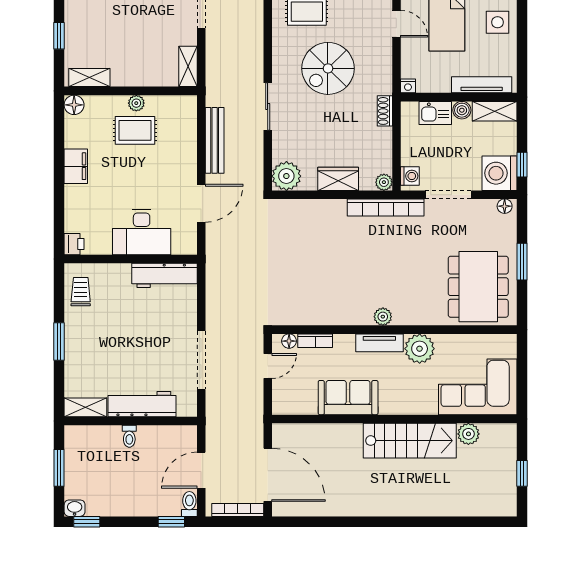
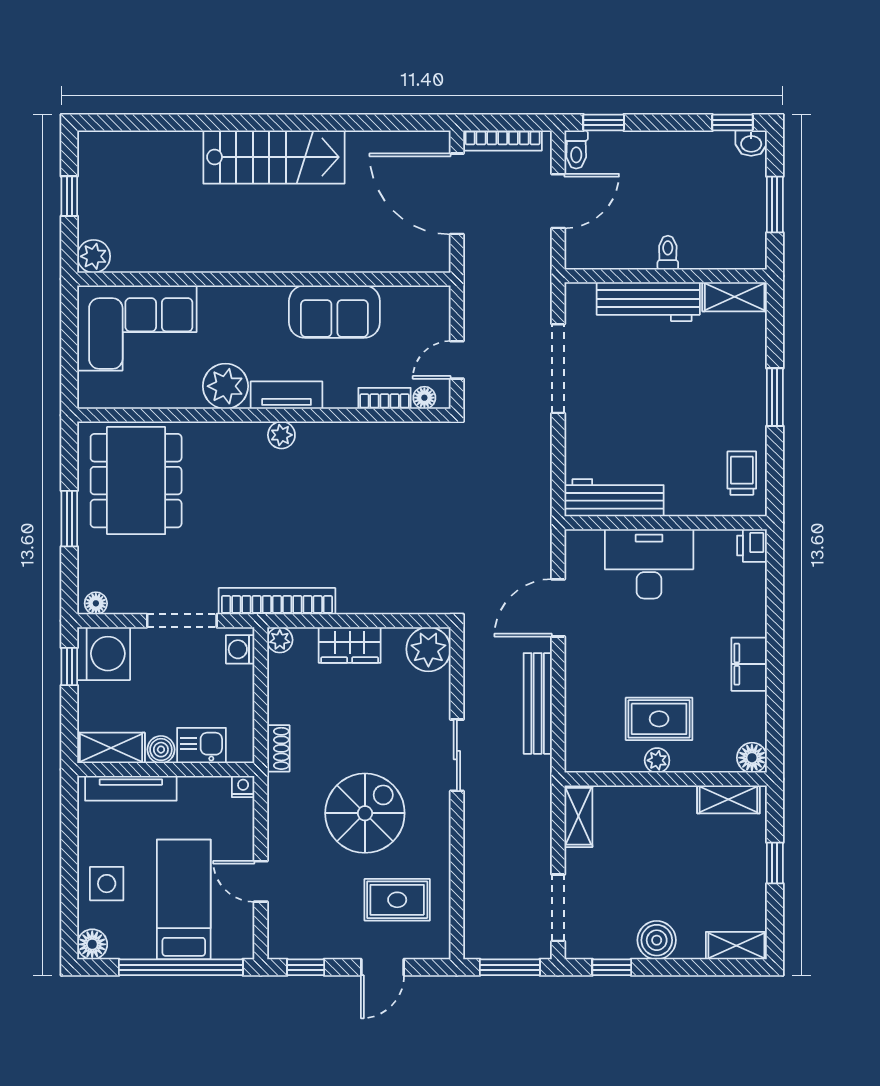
trolley: (81, 292) -> (742, 473), turned 180
plant: (468, 434) -> (94, 256), moved
stairs: (410, 441) -> (274, 157), moved, turned 180

